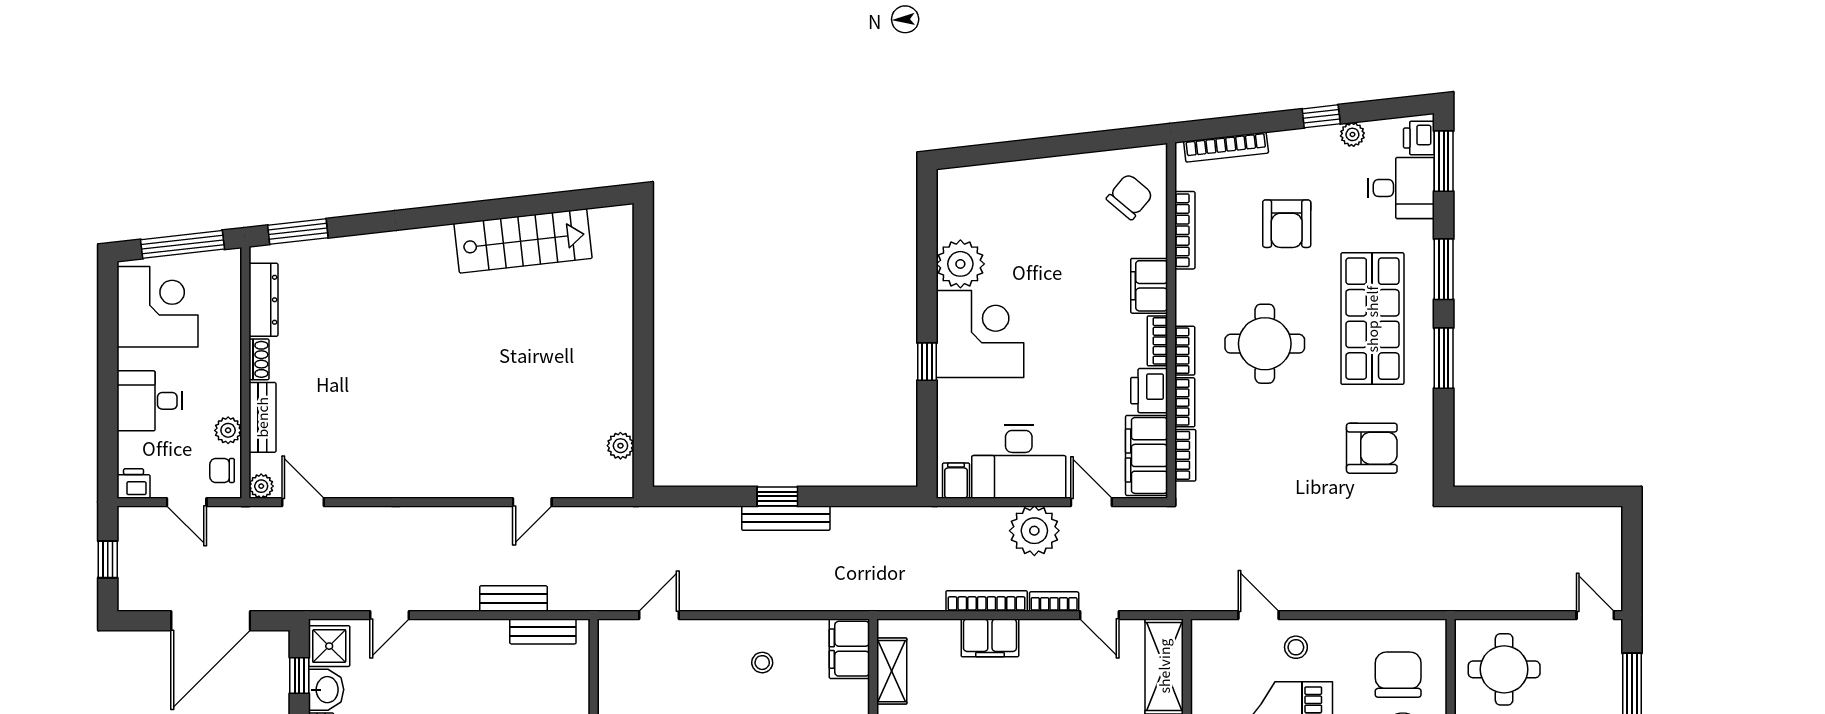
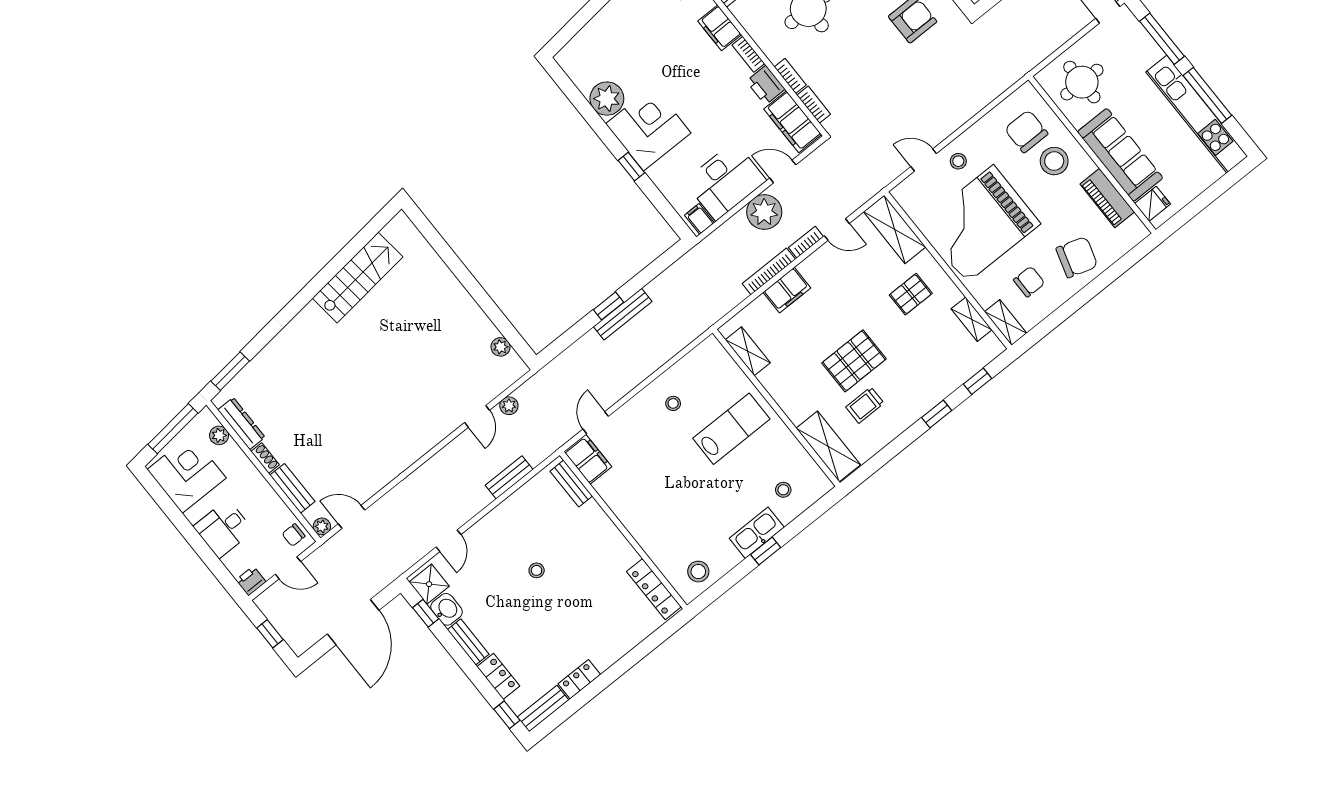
bookcase: (1185, 351) -> (768, 48), removed
plant: (228, 430) -> (219, 435), moved
plant: (577, 519) -> (509, 406), added
bench: (543, 631) -> (571, 484), moved, turned 90
filing cabinet: (849, 649) -> (588, 459), moved, turned 180

